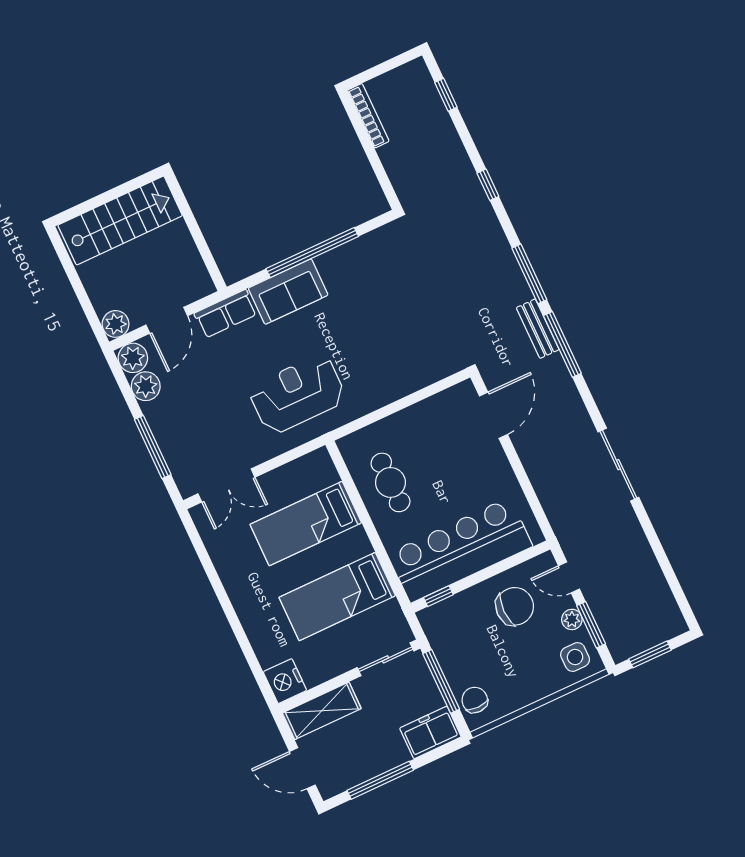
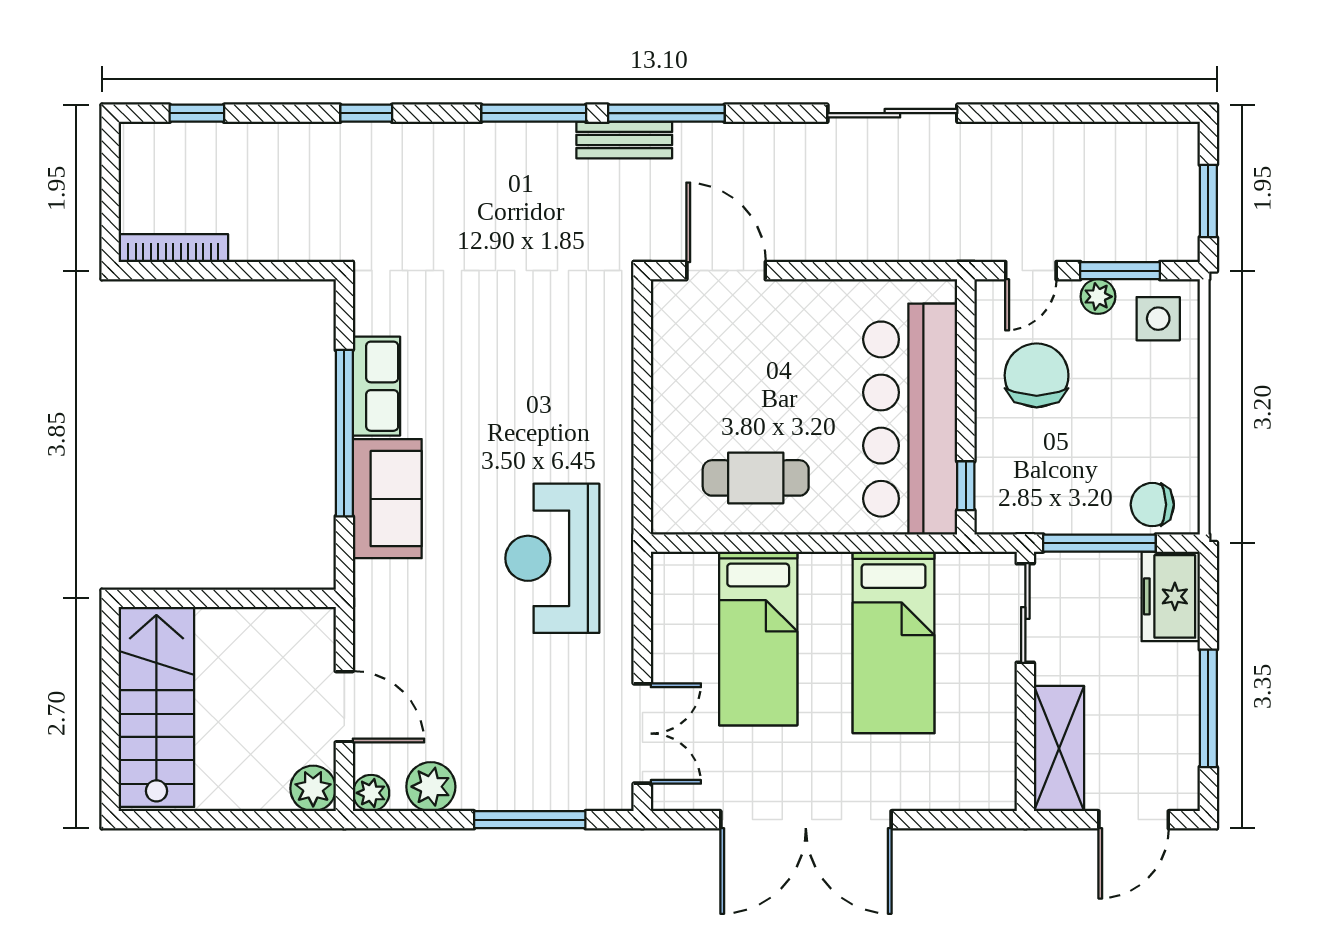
row of seats: (226, 314) -> (376, 386), moved
plant: (133, 358) -> (371, 793), width x0.73, depth x0.73
double door: (221, 594) -> (806, 820), added
nightstand: (285, 681) -> (987, 784), removed

